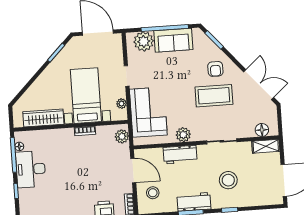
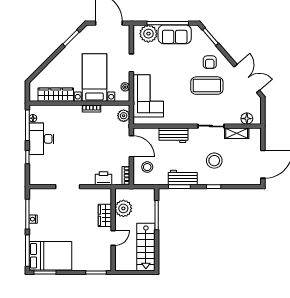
plant: (183, 135) -> (178, 118), removed
shelving: (266, 146) -> (237, 133), moved

